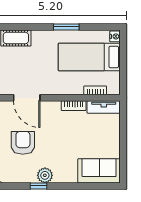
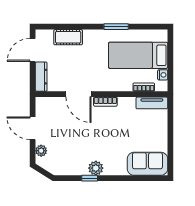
nightstand: (115, 36) -> (163, 75), moved
bookcase: (74, 106) -> (105, 102), moved
armchair: (23, 143) -> (75, 137), removed

